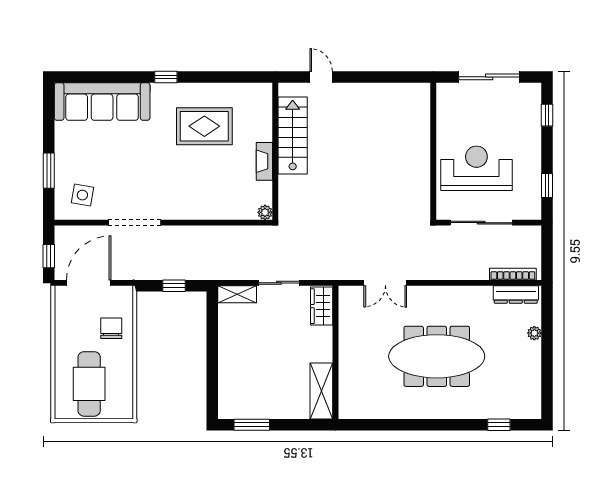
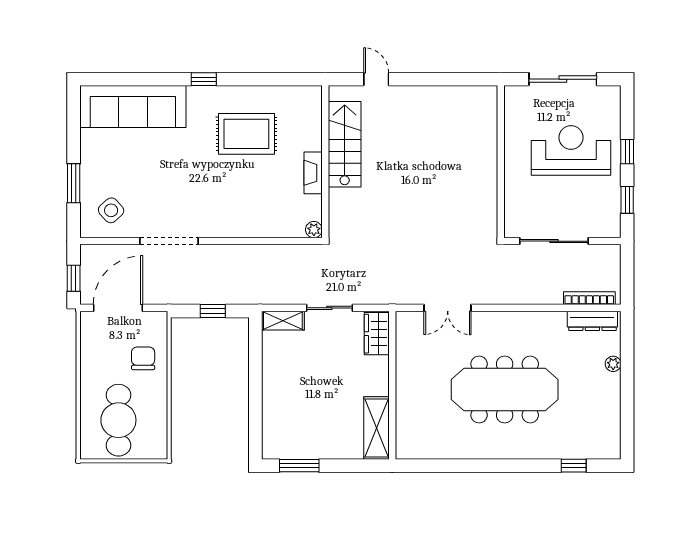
window: (547, 115) -> (627, 152), moved
reception desk: (476, 168) -> (571, 150), moved
side table: (82, 195) -> (111, 210), turned 38

